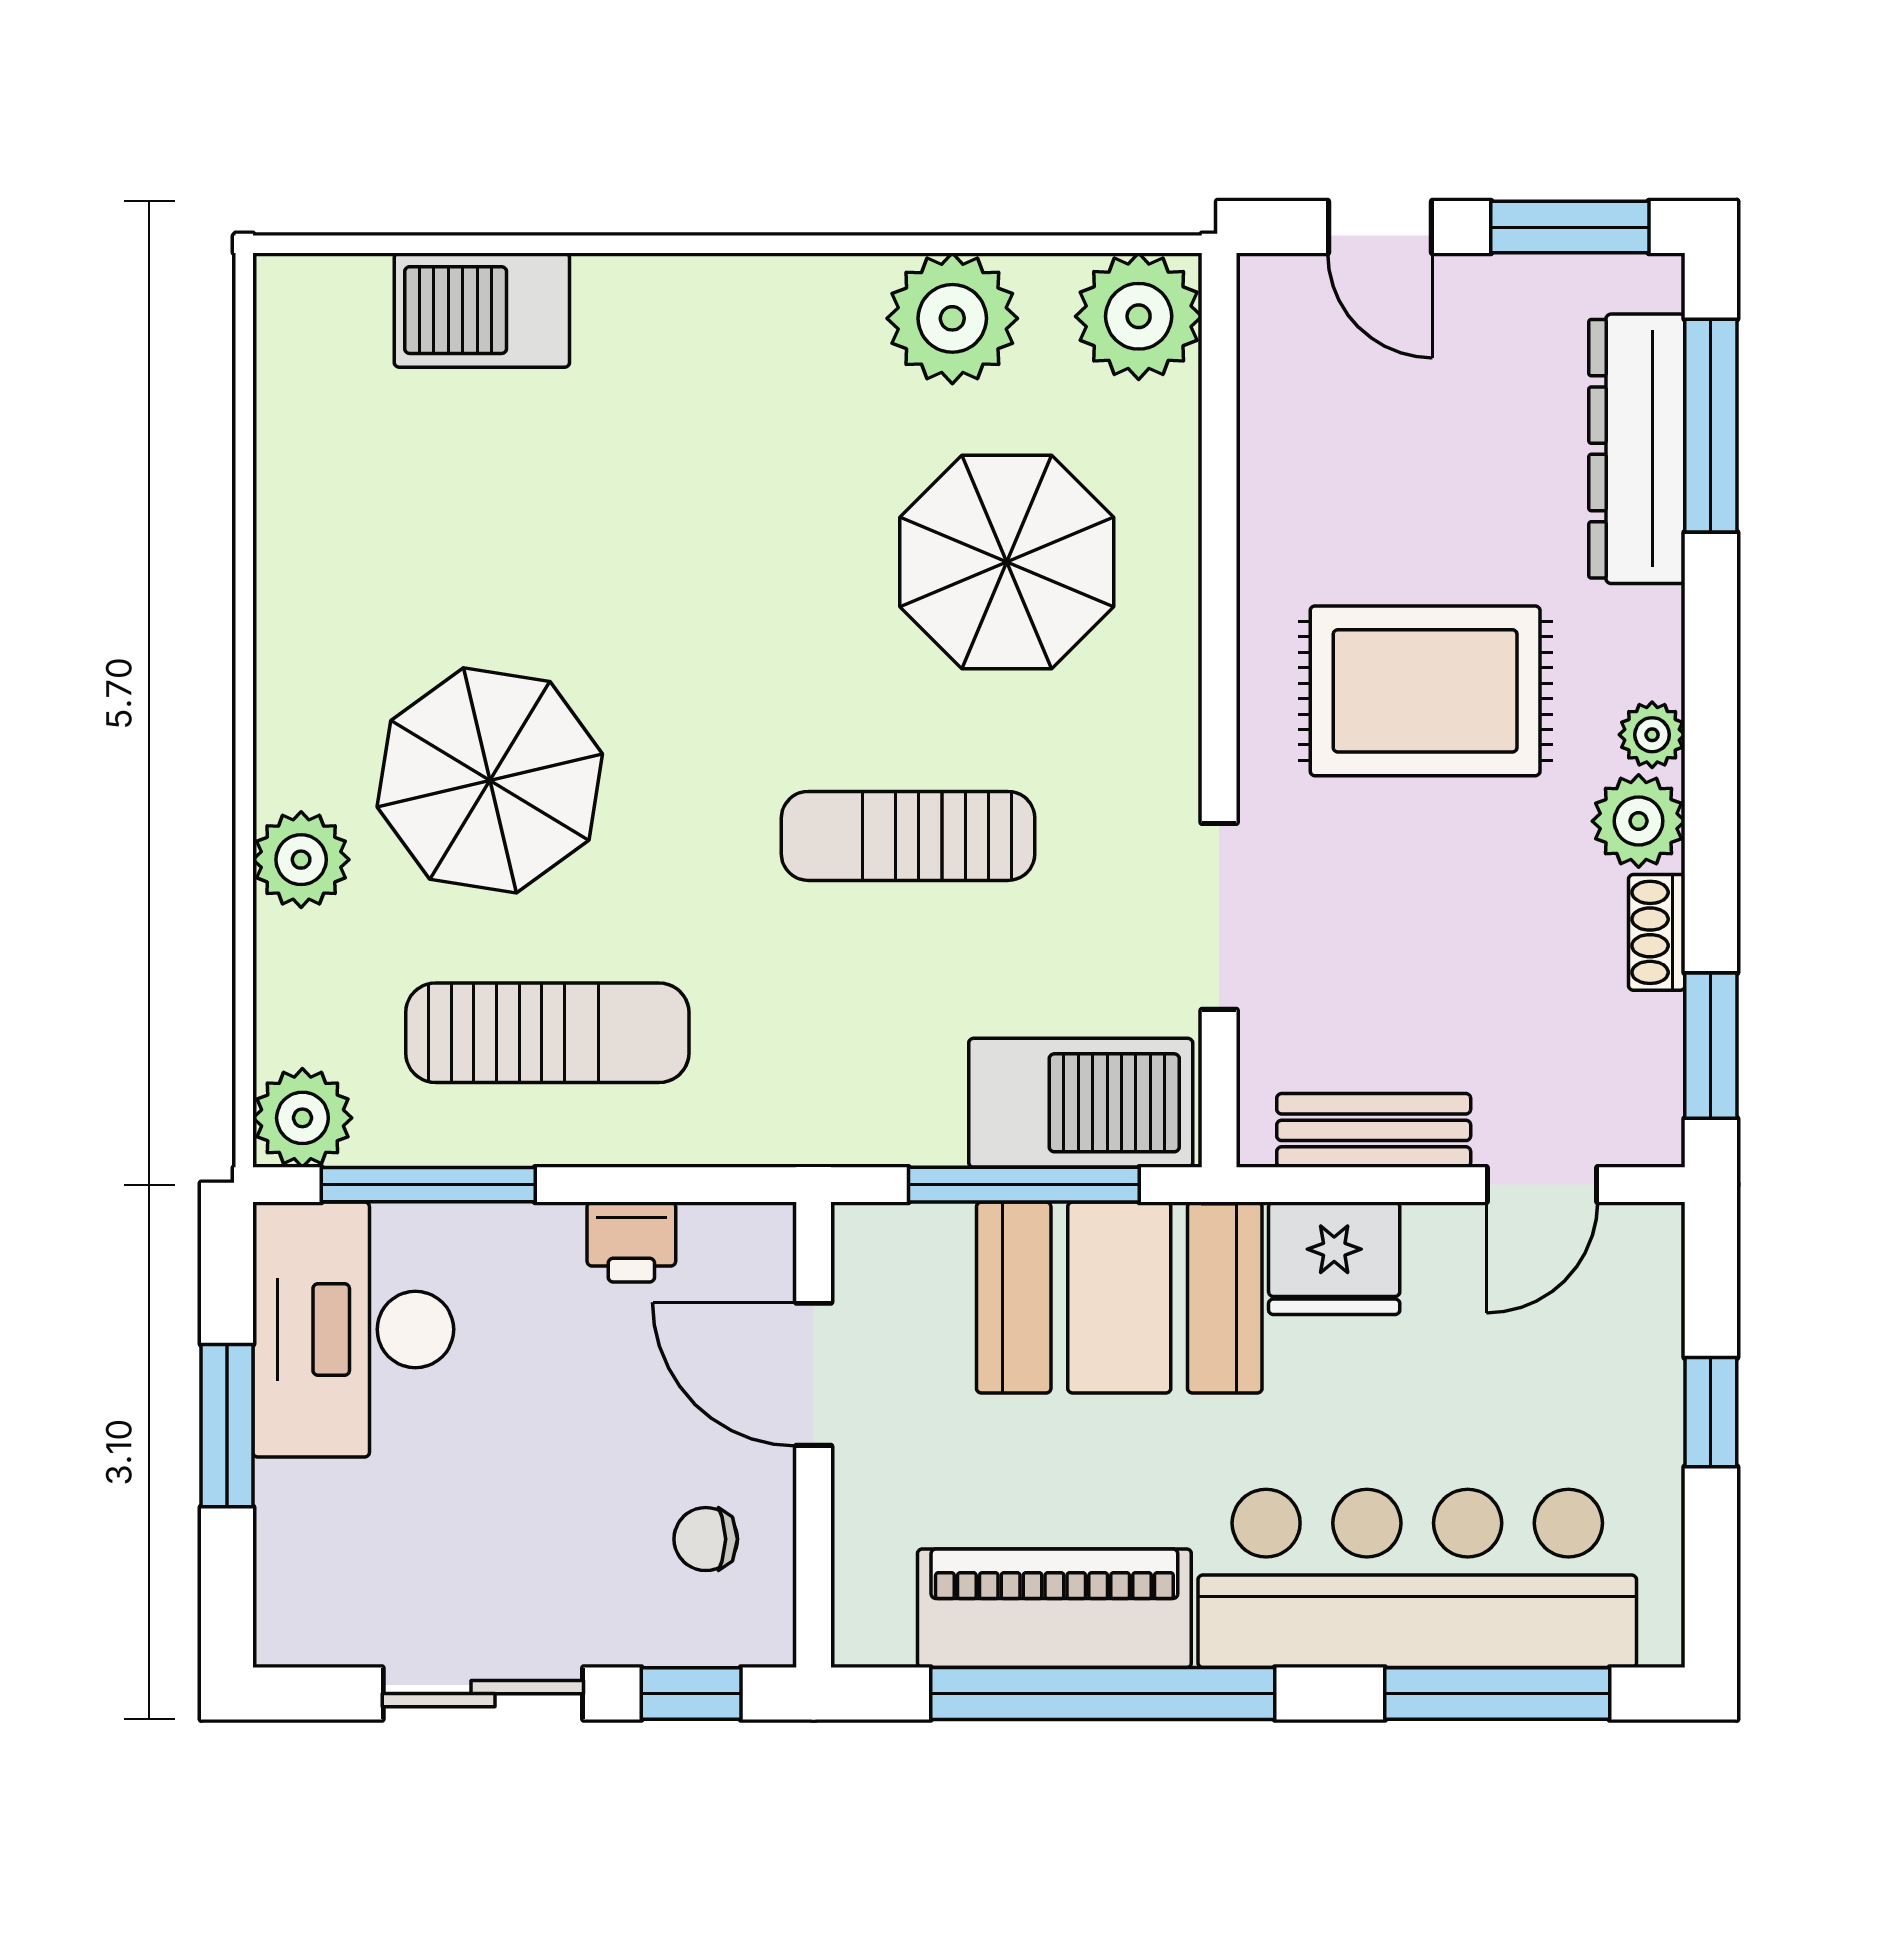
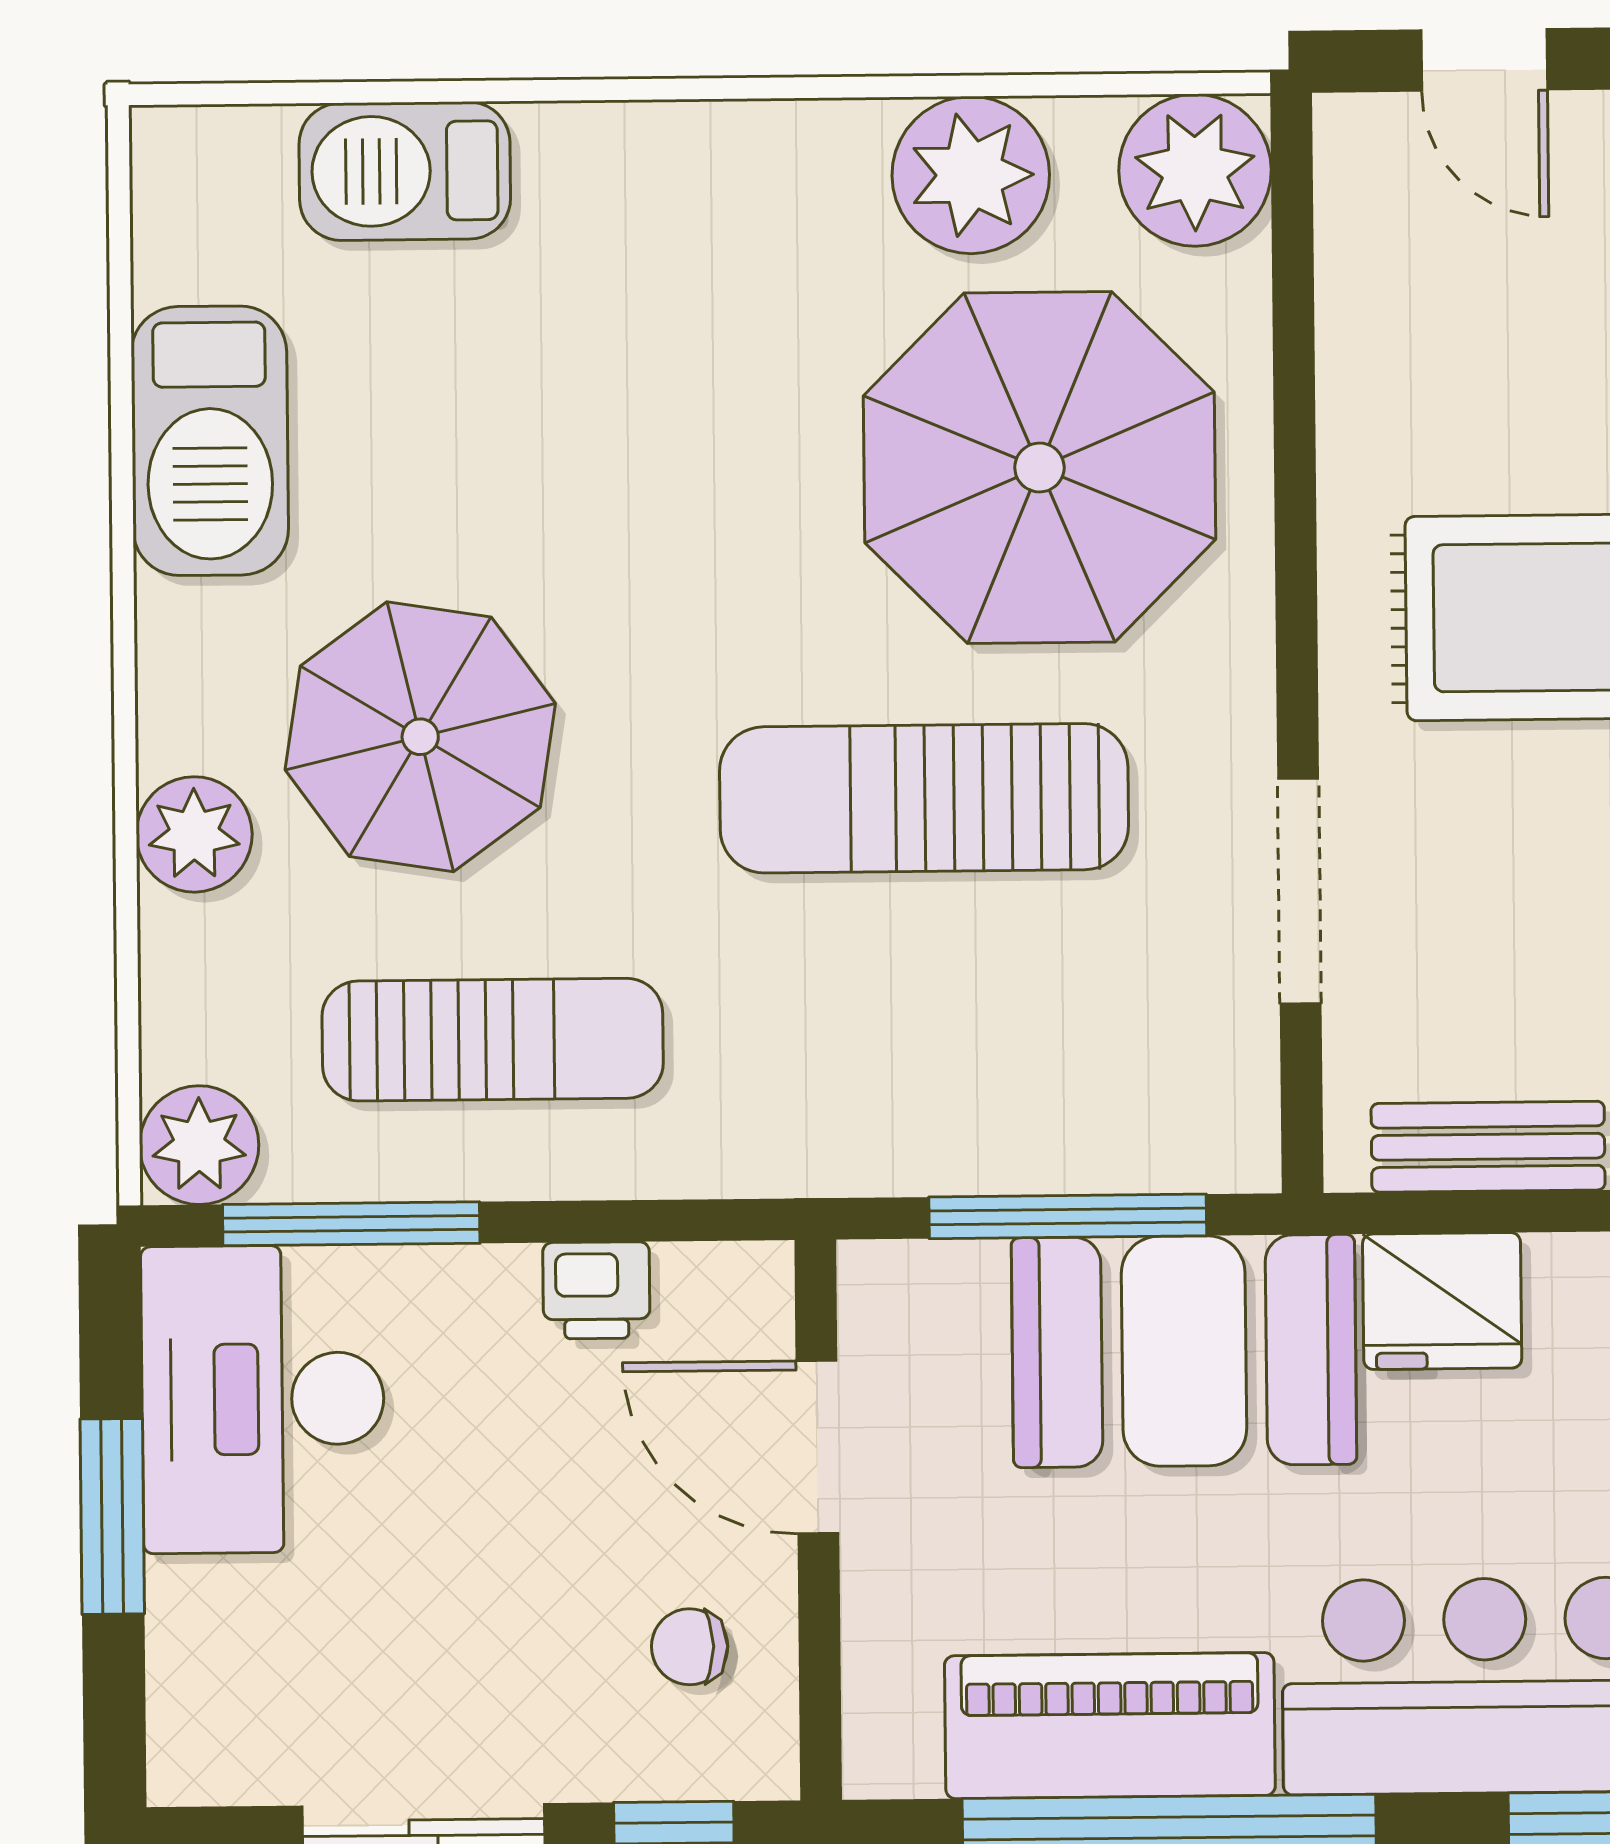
parasol: (1007, 562) -> (1039, 467), width x1.36, depth x1.36
sun lounger: (908, 836) -> (924, 798), width x1.36, depth x1.34
barbecue: (1081, 1103) -> (210, 441), moved, turned 90

